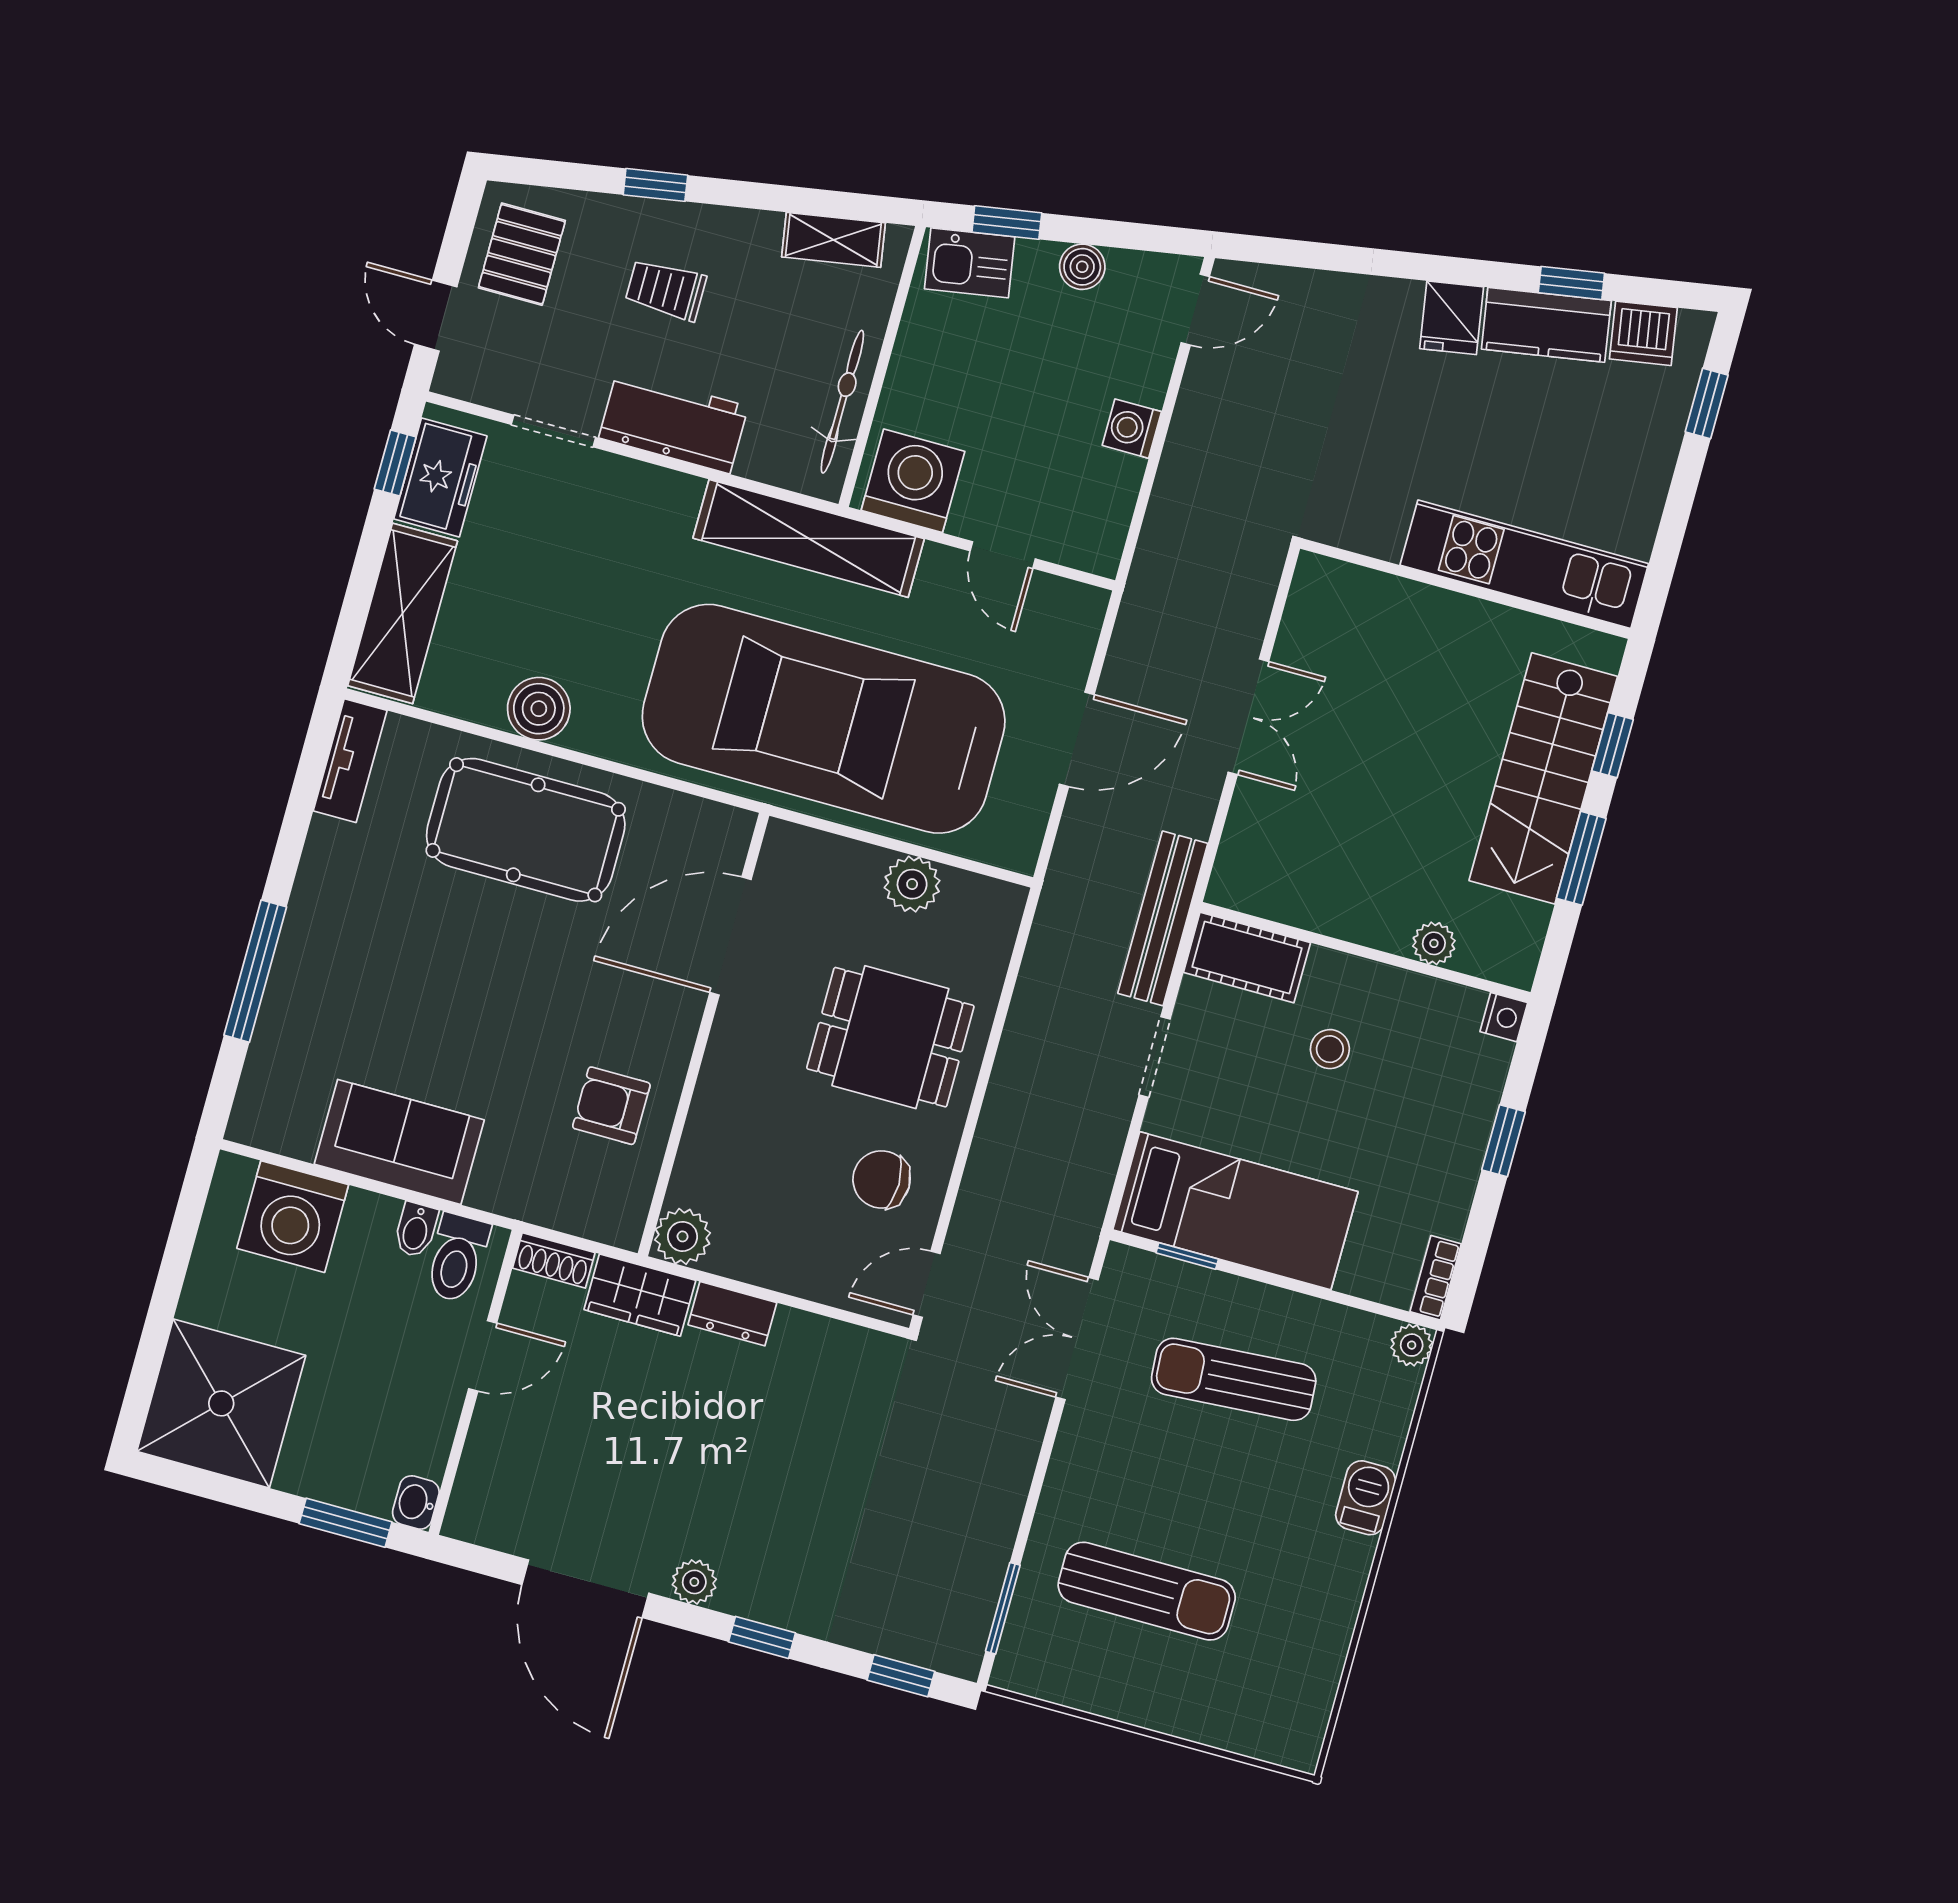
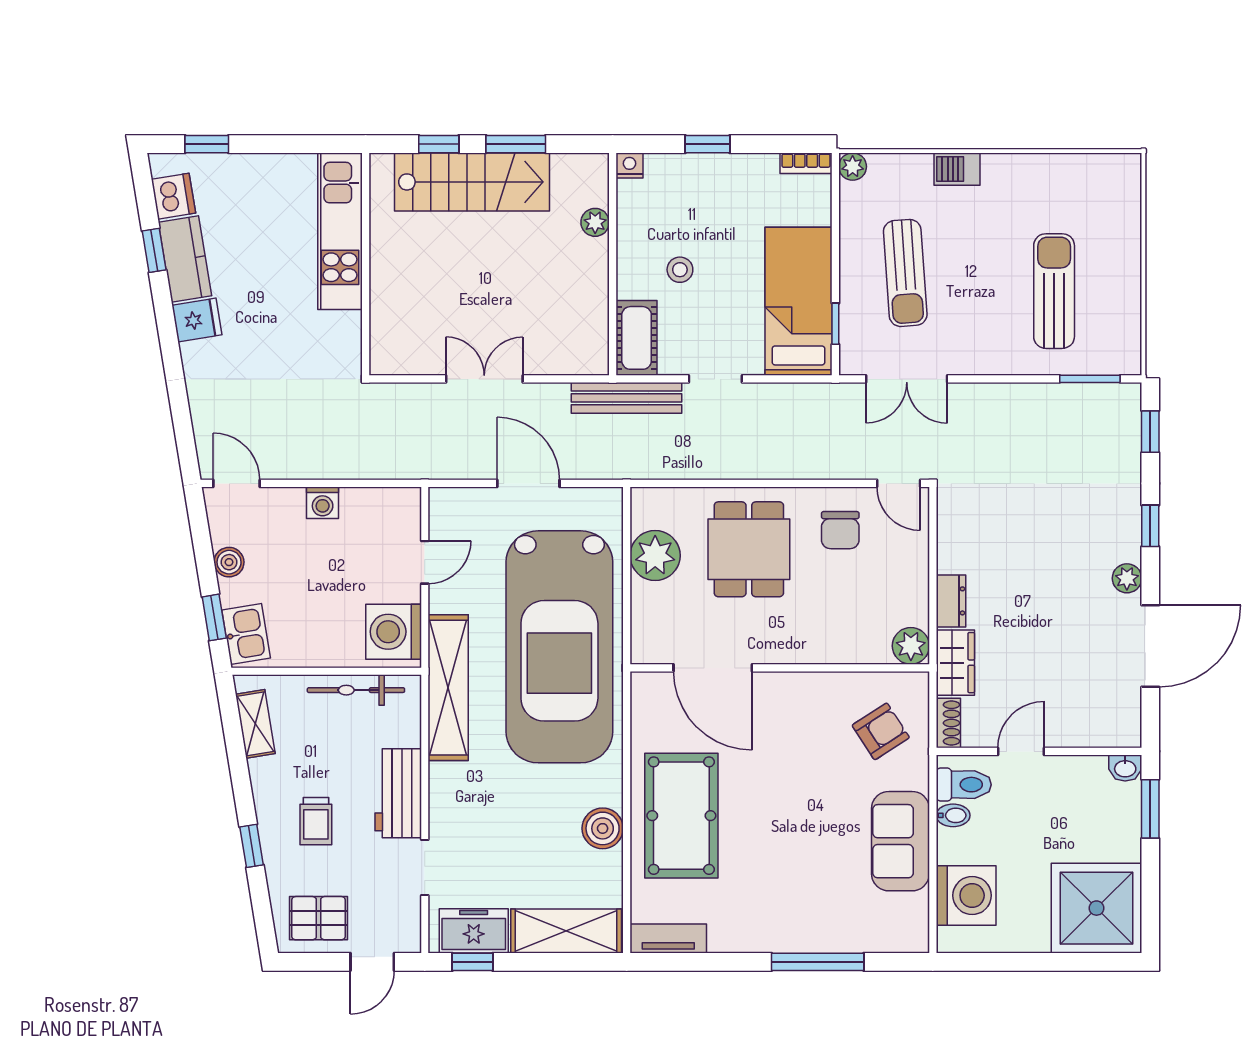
plant: (912, 884) -> (655, 556), width x1.36, depth x1.36
armchair: (611, 1106) -> (881, 731), moved, turned -123
door: (483, 1356) -> (1021, 751), hinge flipped

